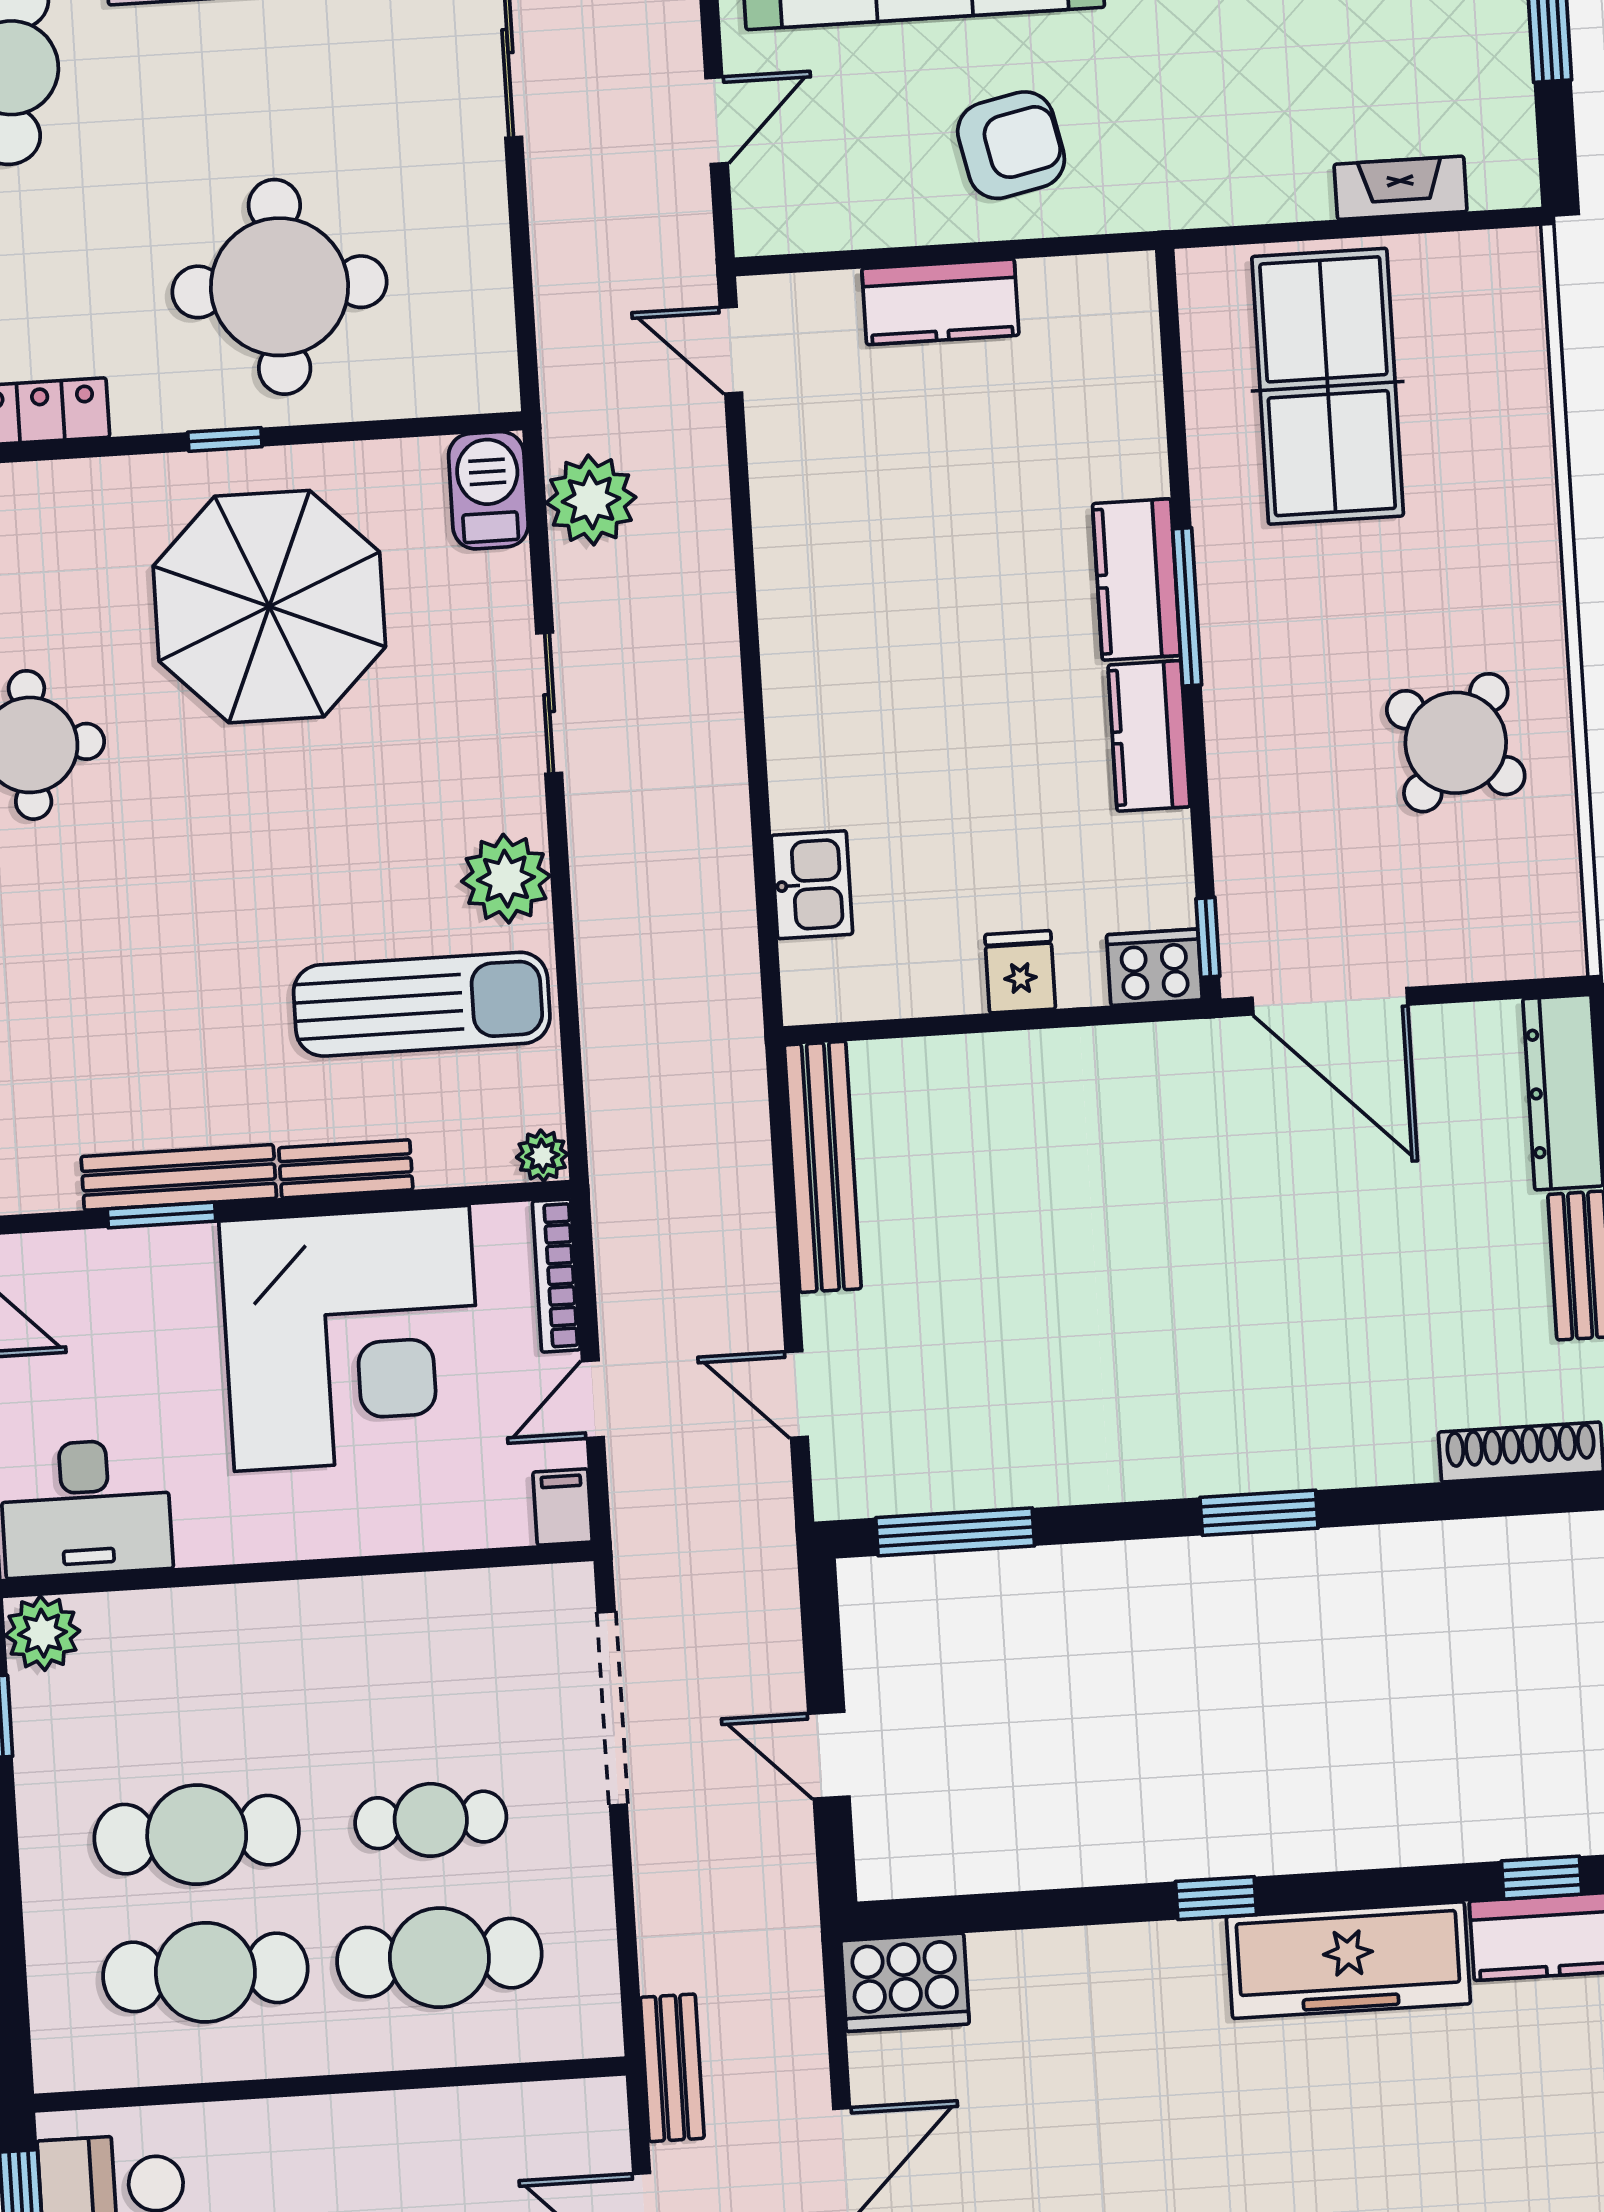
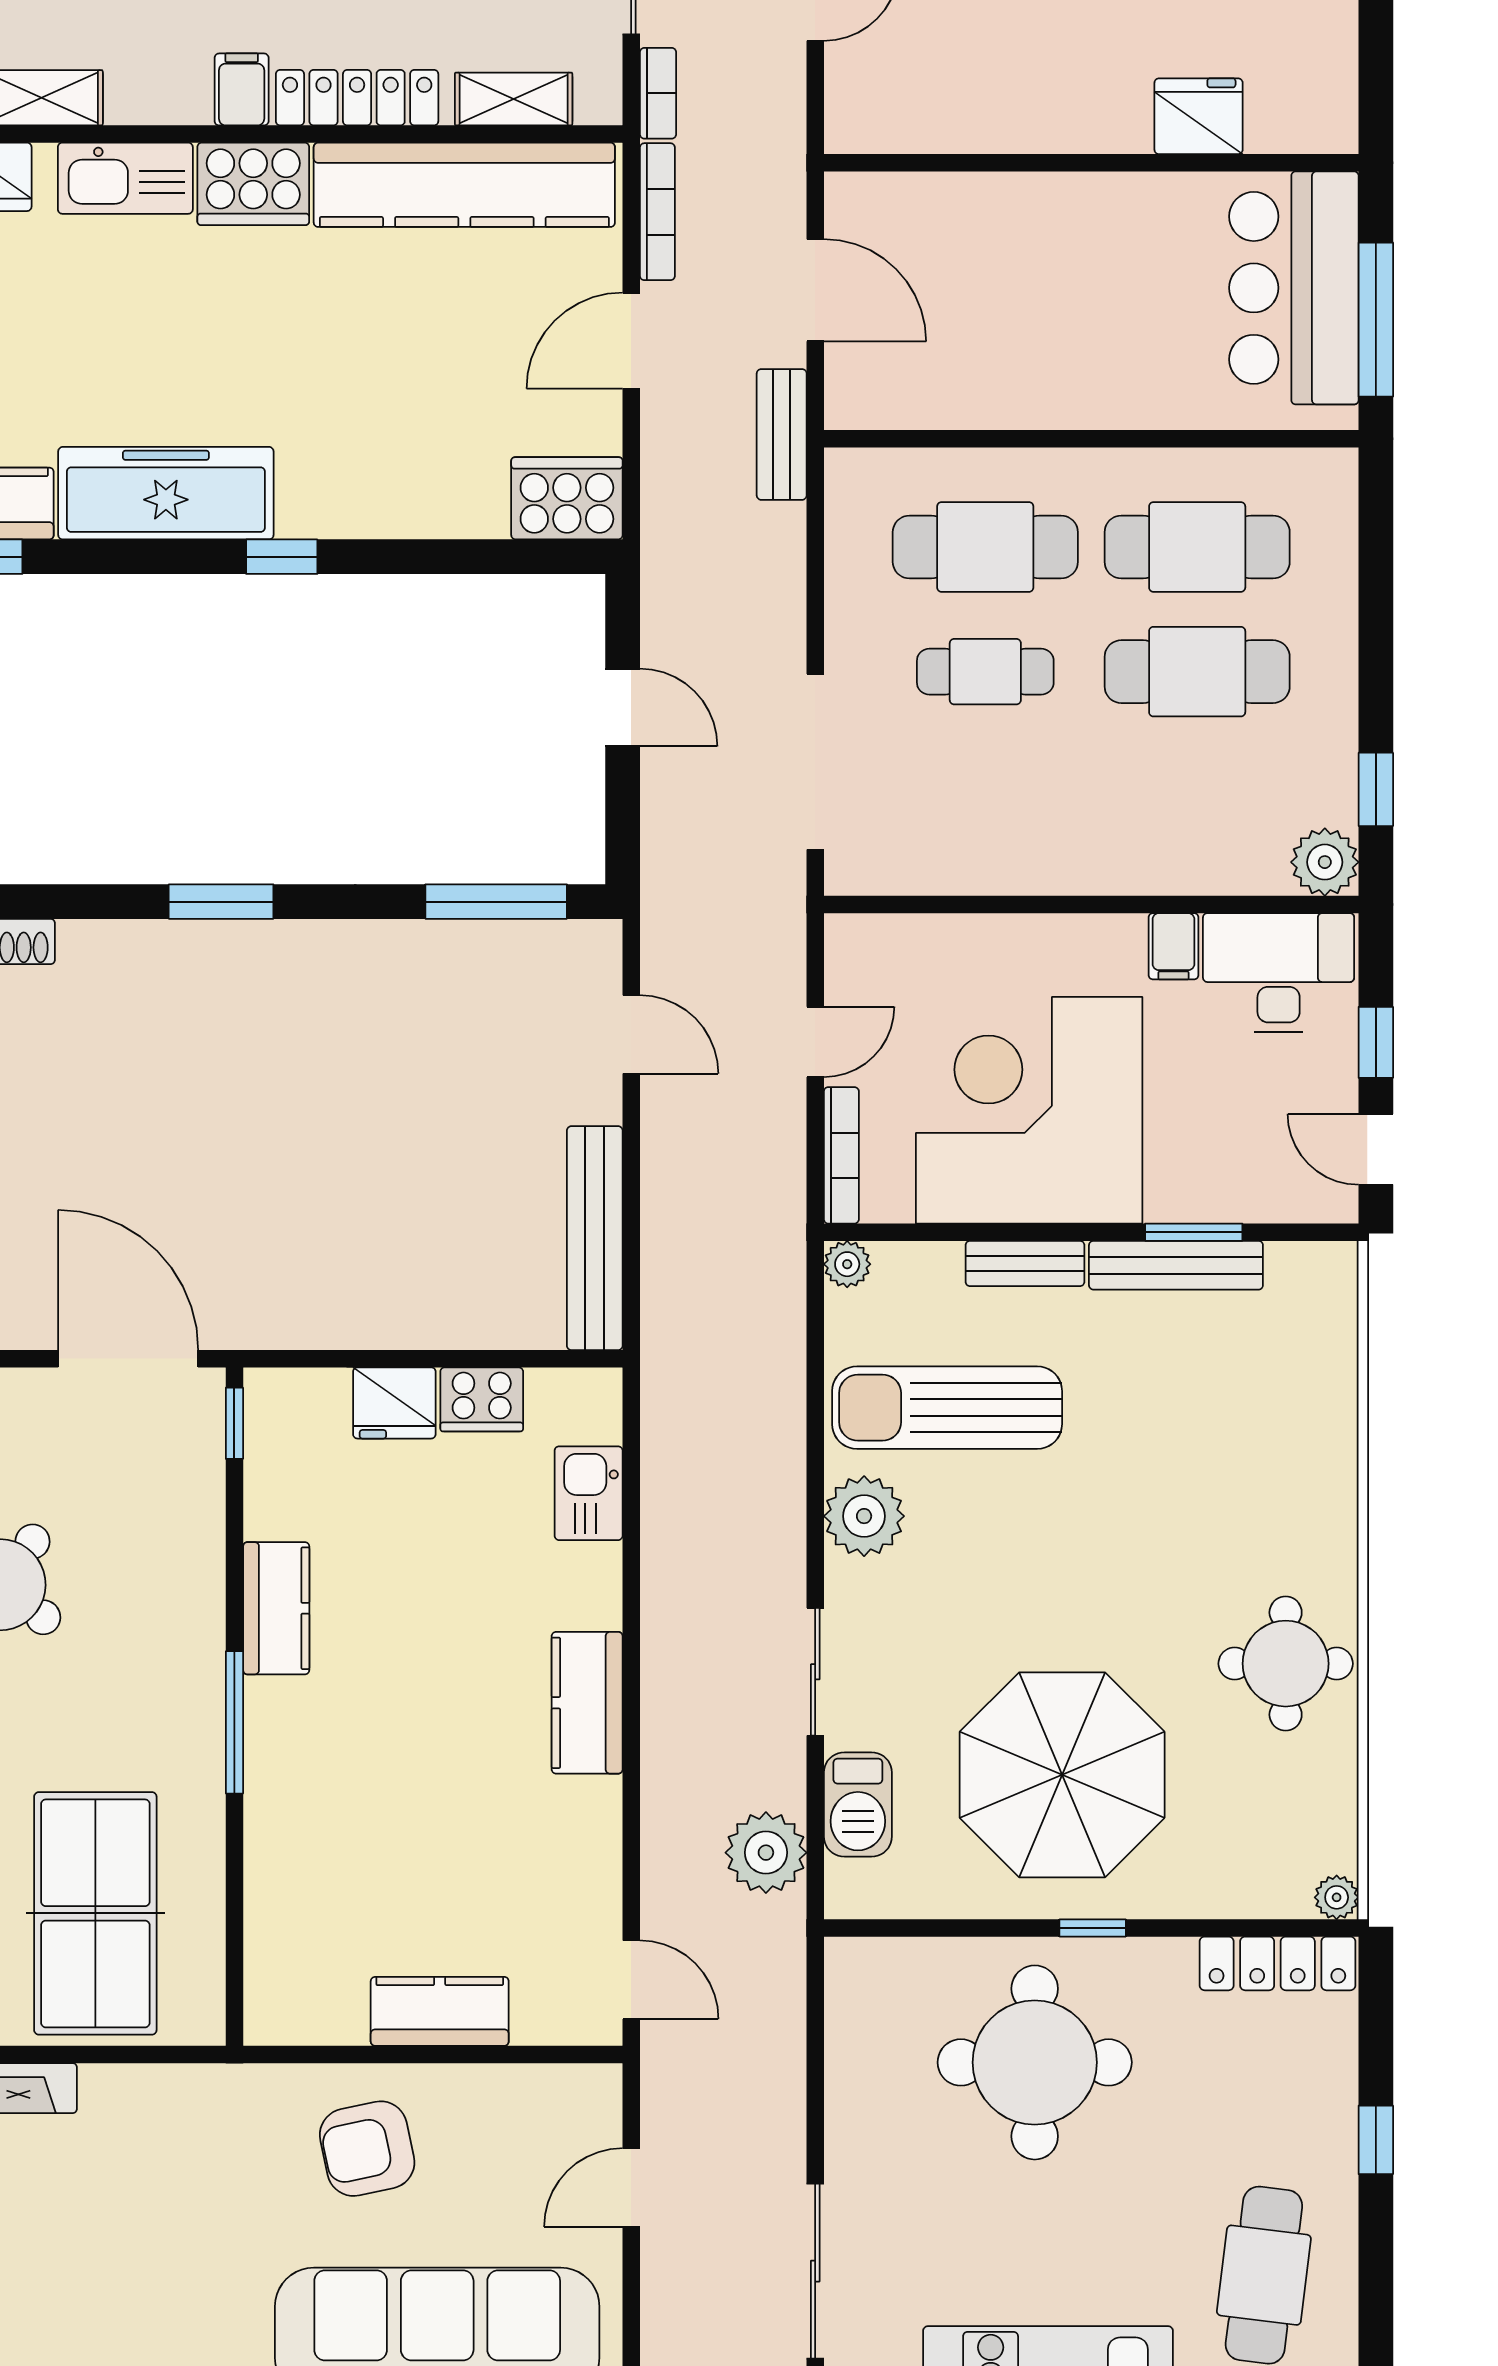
barbecue: (488, 490) -> (858, 1804), moved
kitchen counter: (1137, 580) -> (587, 1703), moved, turned 180
cooker: (1154, 967) -> (482, 1399), moved
fridge: (1020, 972) -> (394, 1403), width x1.38
filing cabinet: (563, 1507) -> (1174, 946), moved

